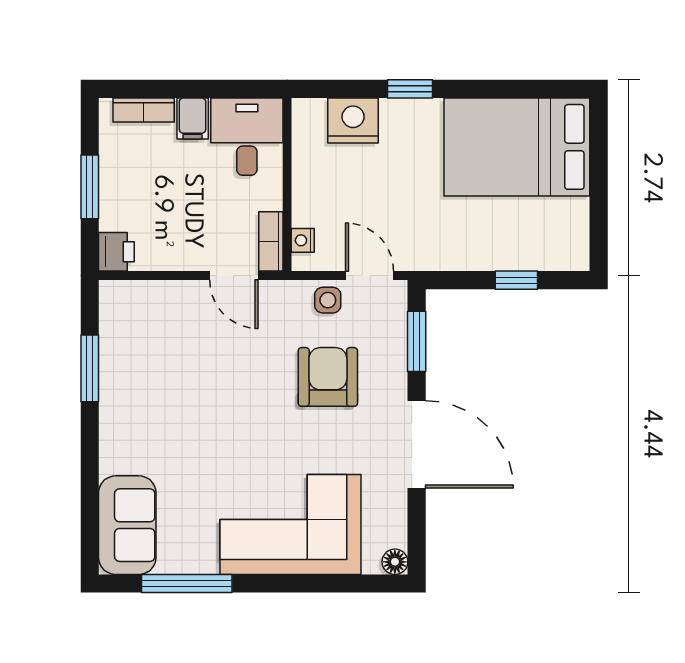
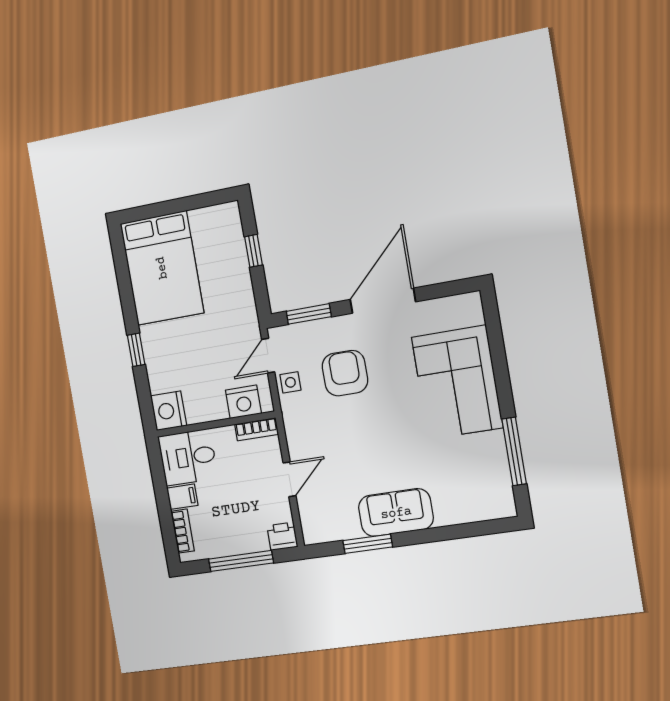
nightstand: (353, 120) -> (169, 411), moved
window: (90, 187) -> (241, 561), width x1.44
nightstand: (303, 240) -> (243, 402), width x1.89, depth x1.79
door: (234, 276) -> (289, 479), moved
armchair: (328, 377) -> (345, 373), turned 90
sofa: (127, 525) -> (396, 513), moved
floor lamp: (395, 562) -> (472, 301), removed

